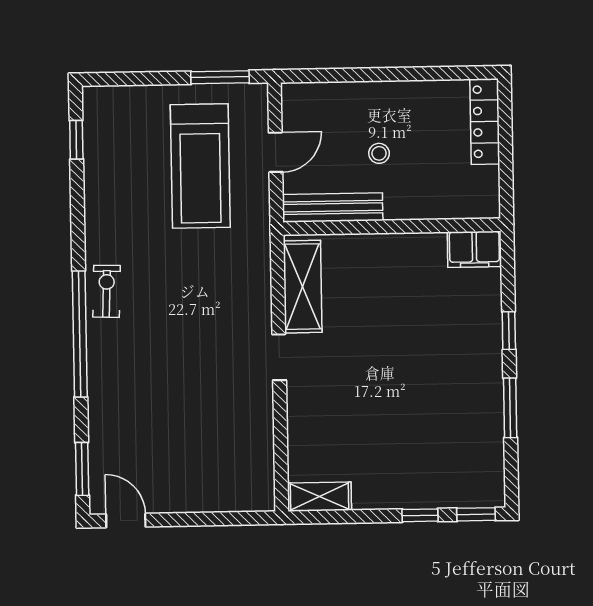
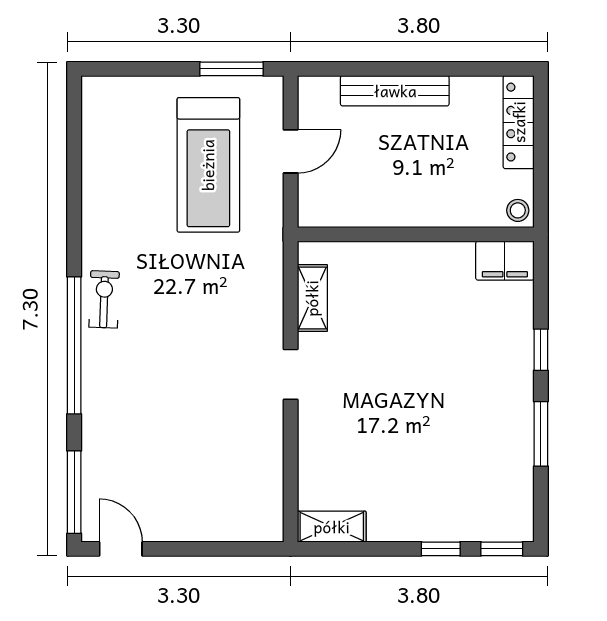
window: (76, 140) -> (74, 134), removed
stool: (379, 153) -> (518, 210), moved
bench: (333, 207) -> (395, 91), moved
shelving: (303, 287) -> (312, 298), width x0.67, depth x0.75
window: (82, 469) -> (74, 492), width x1.44

